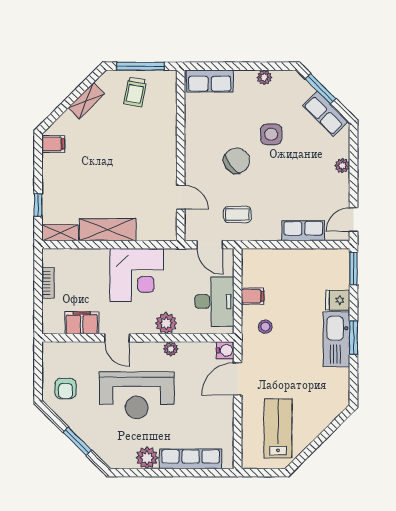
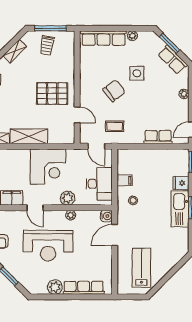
row of seats: (210, 81) -> (104, 38), width x1.48
pallet: (143, 165) -> (52, 93), added

